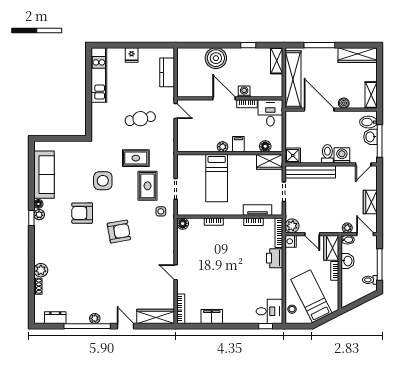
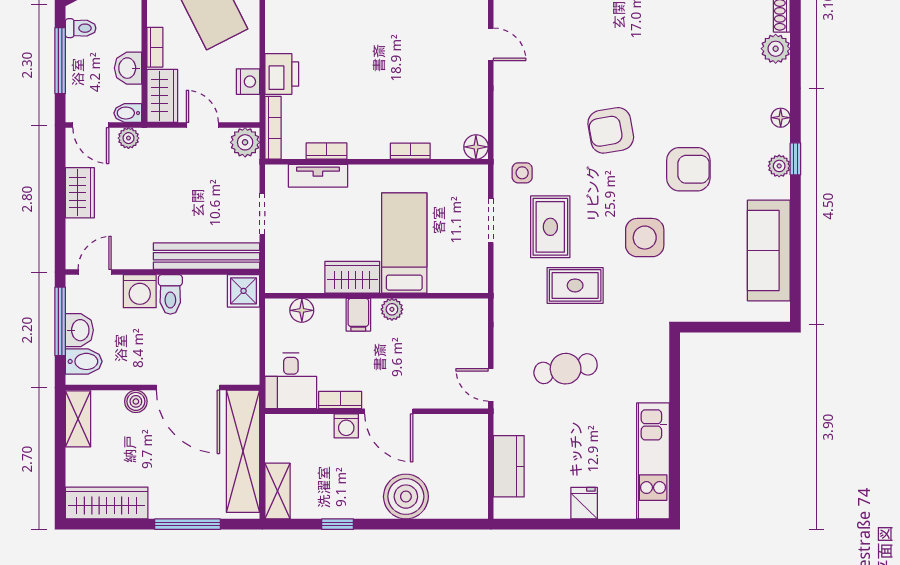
wardrobe: (270, 162) -> (352, 277), moved
floor lamp: (38, 204) -> (781, 118), moved
nightstand: (291, 241) -> (248, 82), moved

